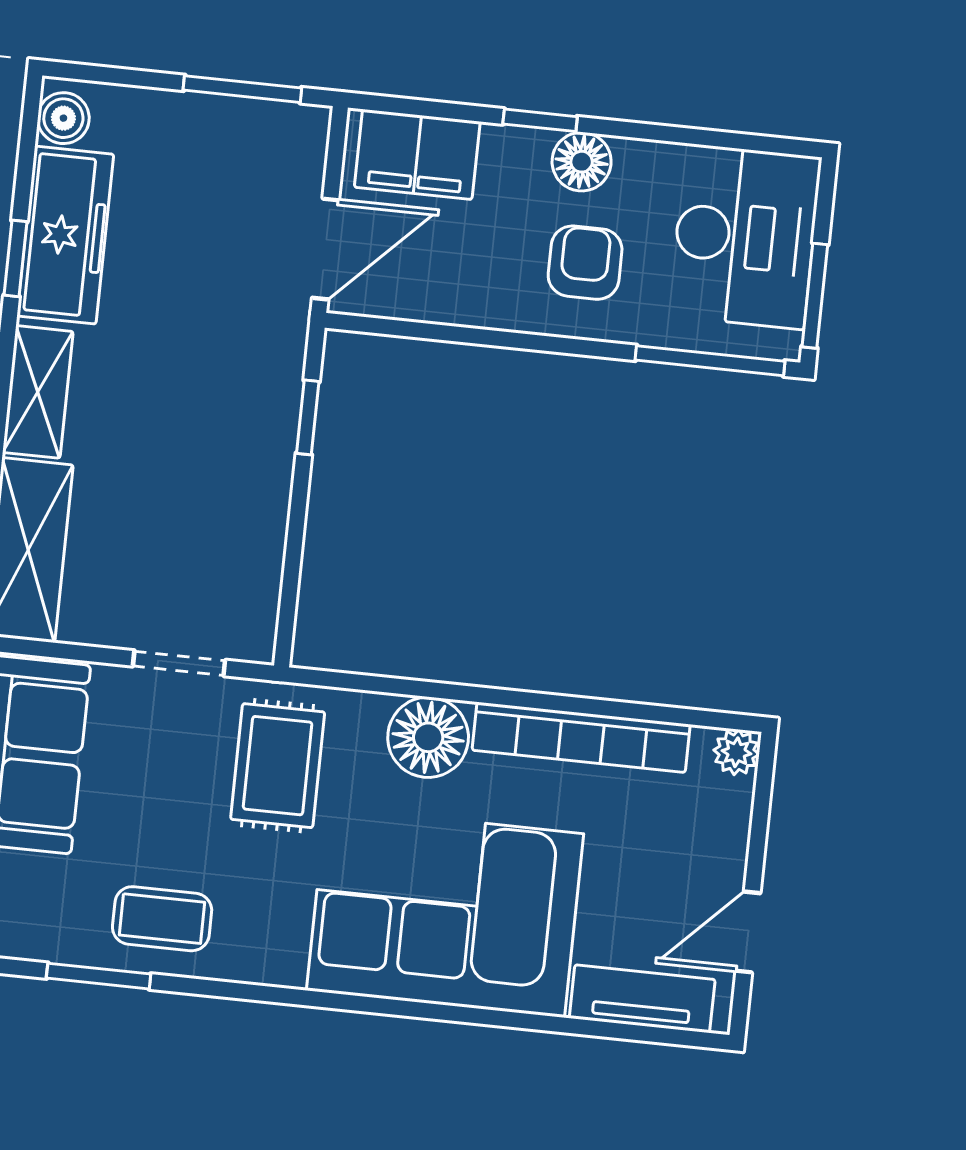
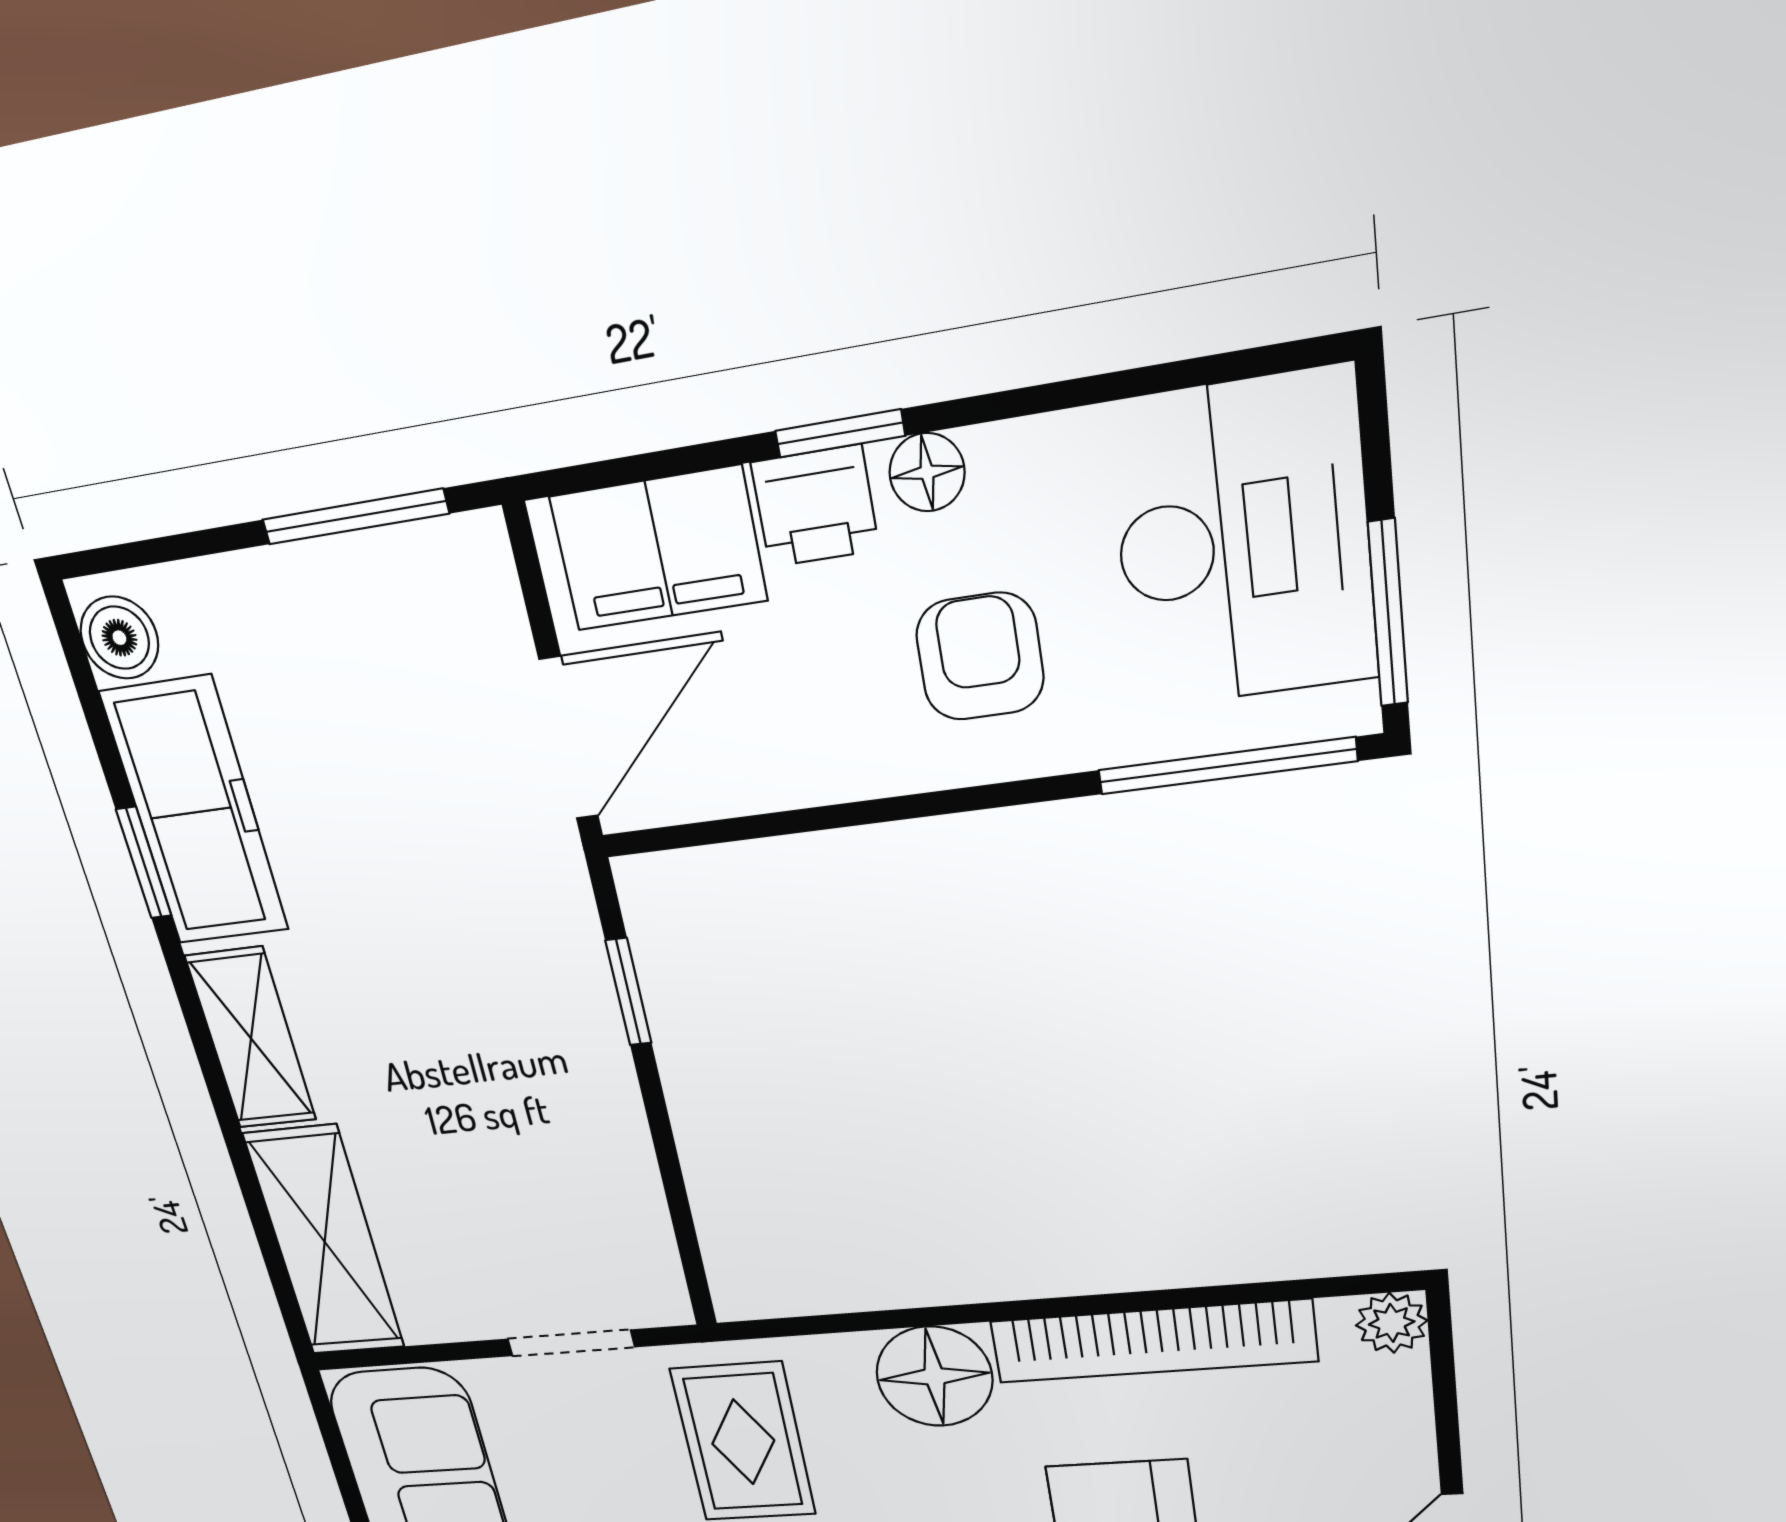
printer: (515, 155) -> (815, 506), added
floor lamp: (582, 162) -> (927, 472), width x0.73, depth x0.73

